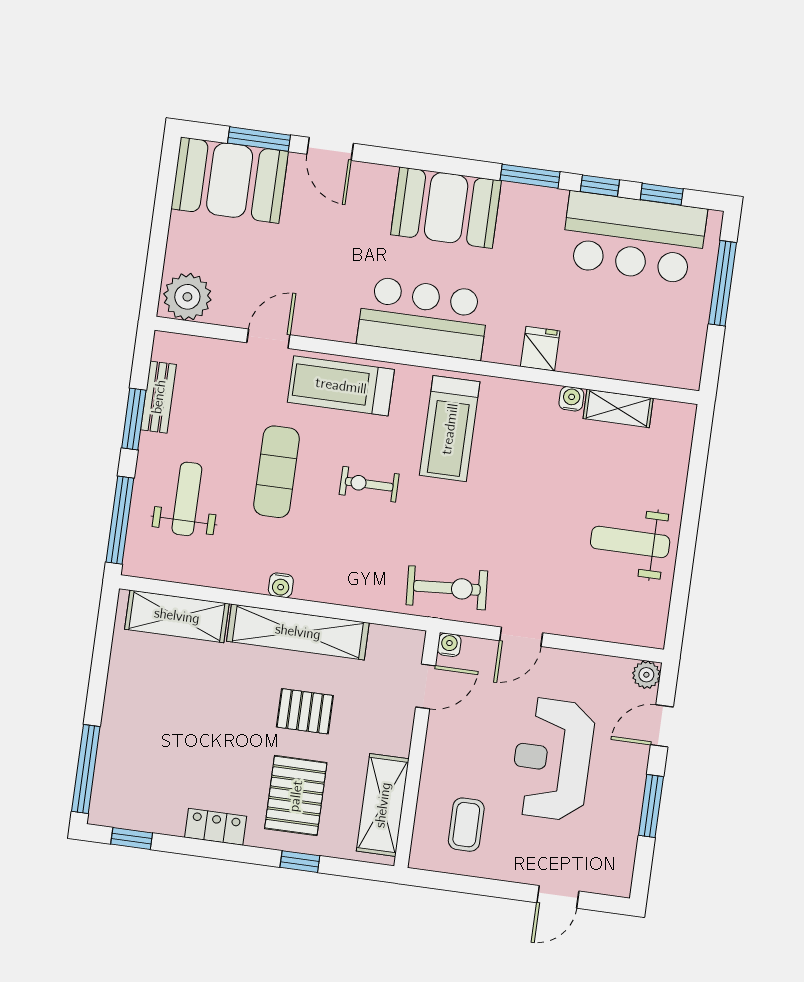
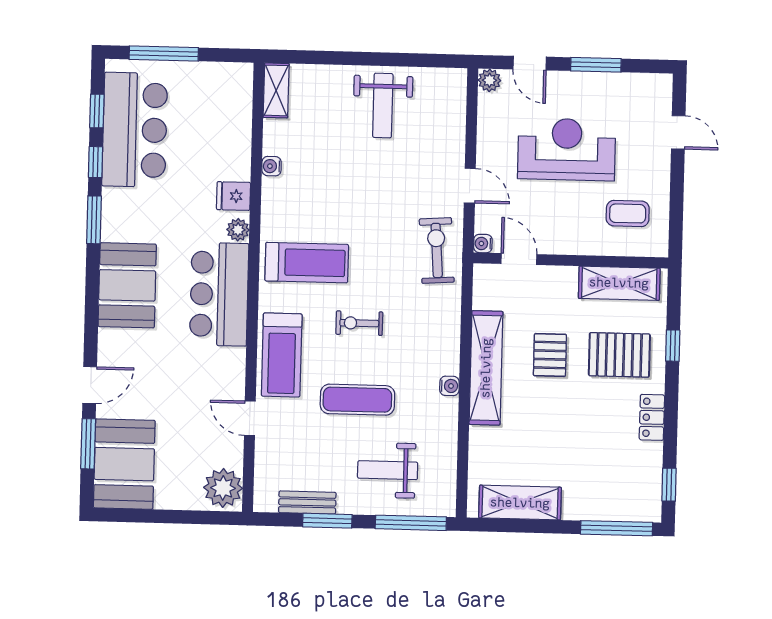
plant: (499, 350) -> (238, 230), added
shelving: (618, 408) -> (276, 90), moved
exercise bike: (369, 484) -> (359, 323), turned 90
shelving: (177, 616) -> (520, 503), moved, turned 90
reception desk: (552, 759) -> (567, 149), turned 180

